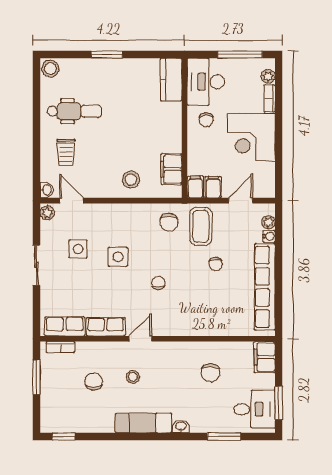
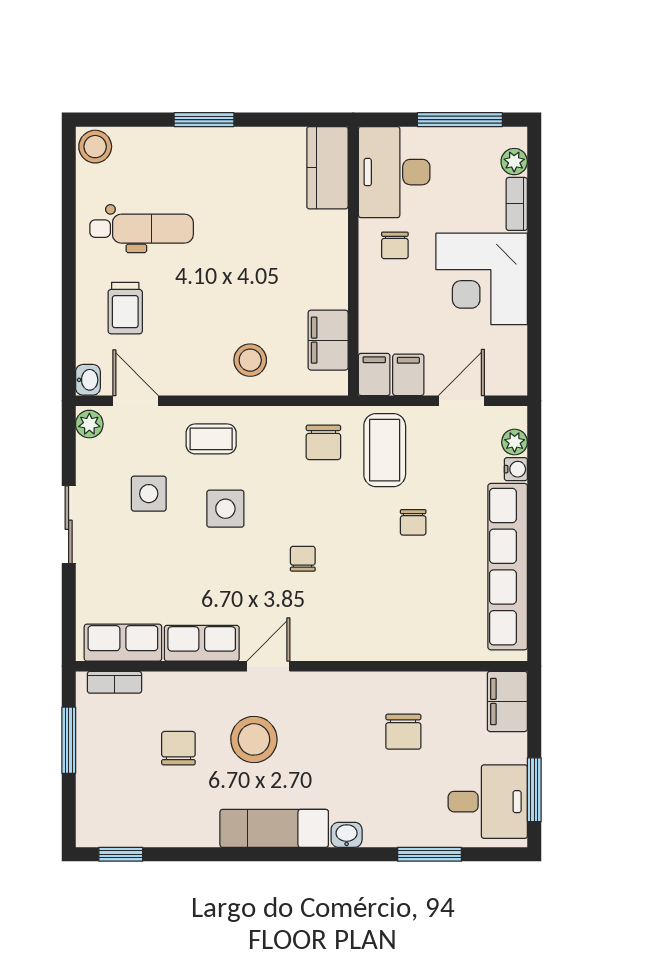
coffee table: (111, 221) -> (211, 439), added
stool: (133, 377) -> (254, 739), width x1.89, depth x1.89

